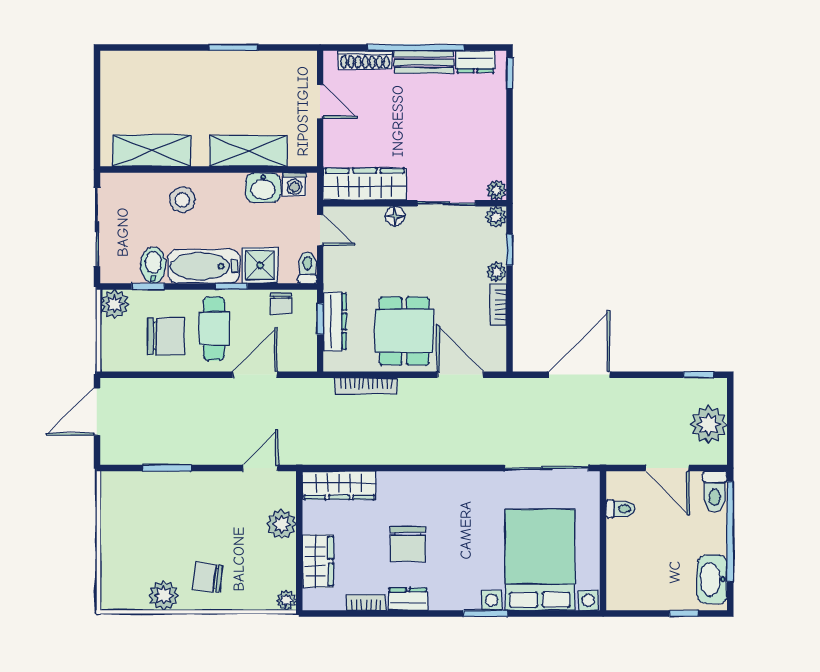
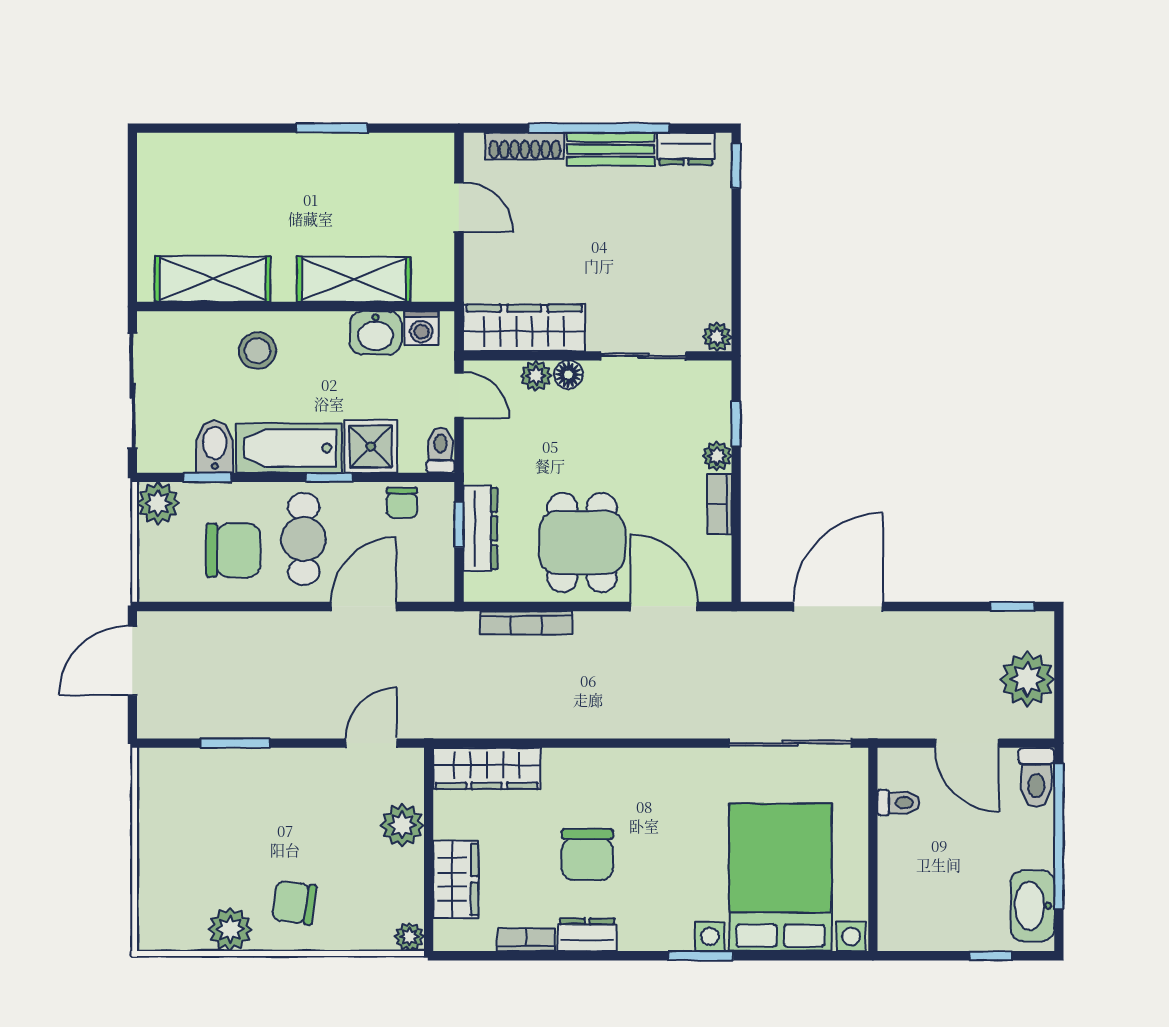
plant: (496, 217) -> (536, 376), moved

